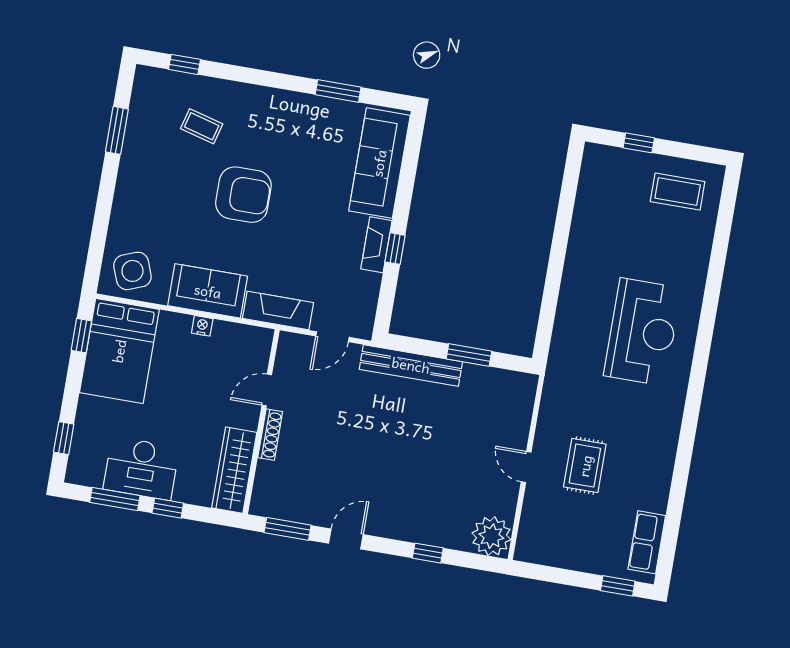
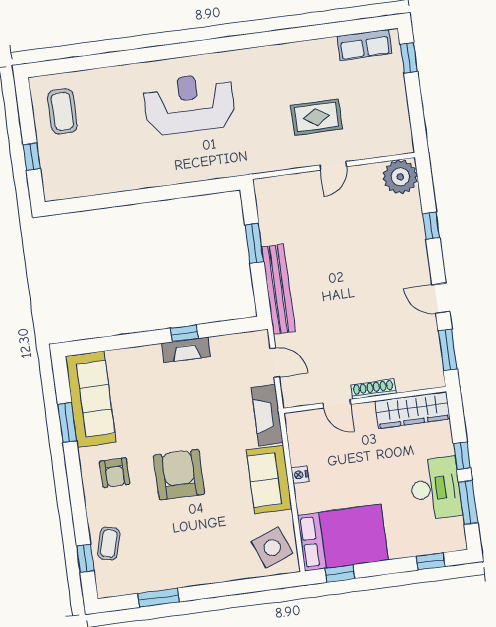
coffee table: (202, 126) -> (109, 544), moved
armchair: (267, 126) -> (115, 473), added
sofa: (379, 163) -> (91, 399), moved, turned -90

